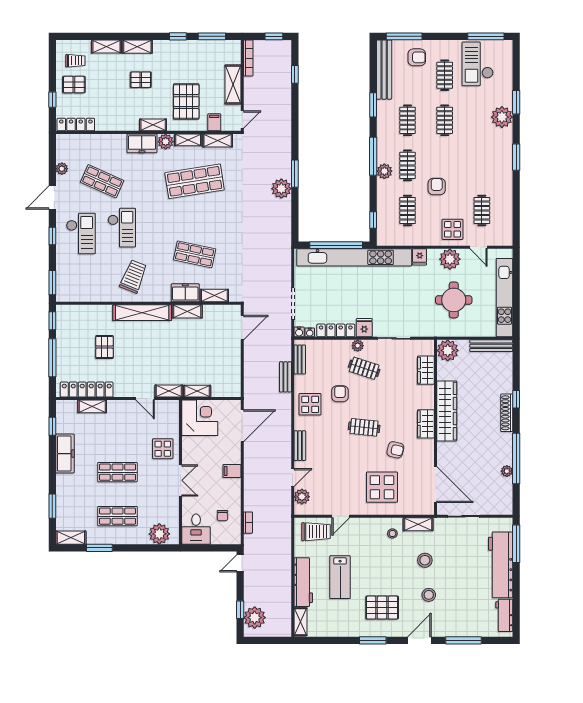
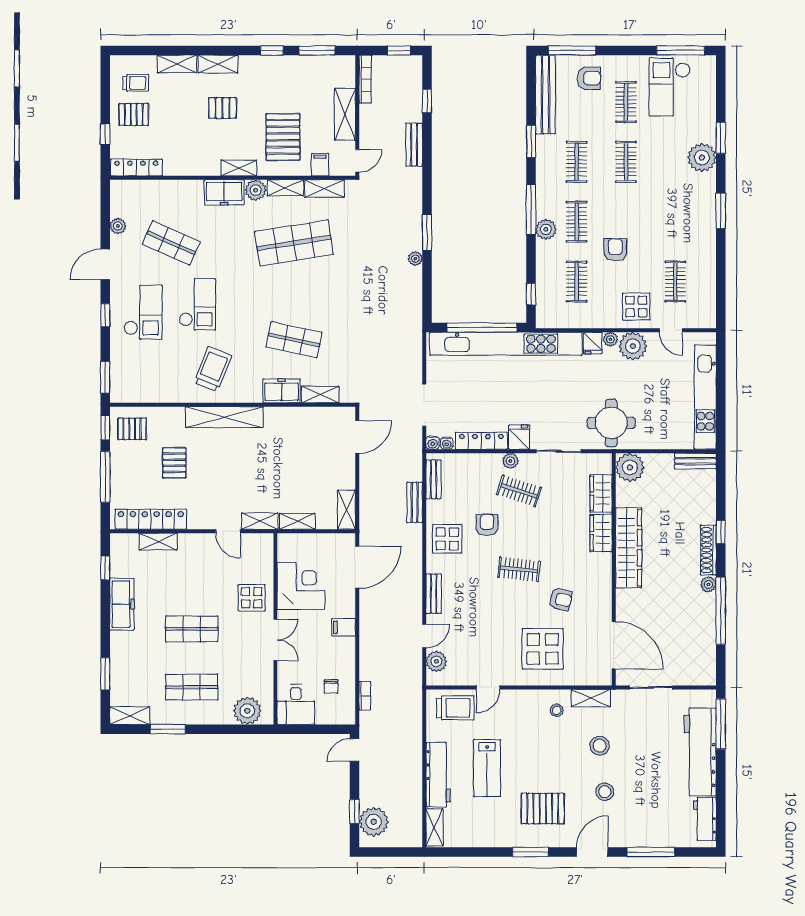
bench: (285, 107) -> (414, 145), added
plant: (281, 189) -> (415, 259), width x0.53, depth x0.53
plant: (433, 254) -> (610, 339), added
round table: (454, 300) -> (611, 423), moved
shelving: (187, 311) -> (346, 510), moved, turned 90
pallet: (73, 321) -> (132, 429), added
bench: (491, 346) -> (695, 461), width x0.73
corner desk: (200, 418) -> (301, 586), moved
wardrobe: (426, 424) -> (601, 533), moved
plant: (507, 471) -> (708, 584), moved

